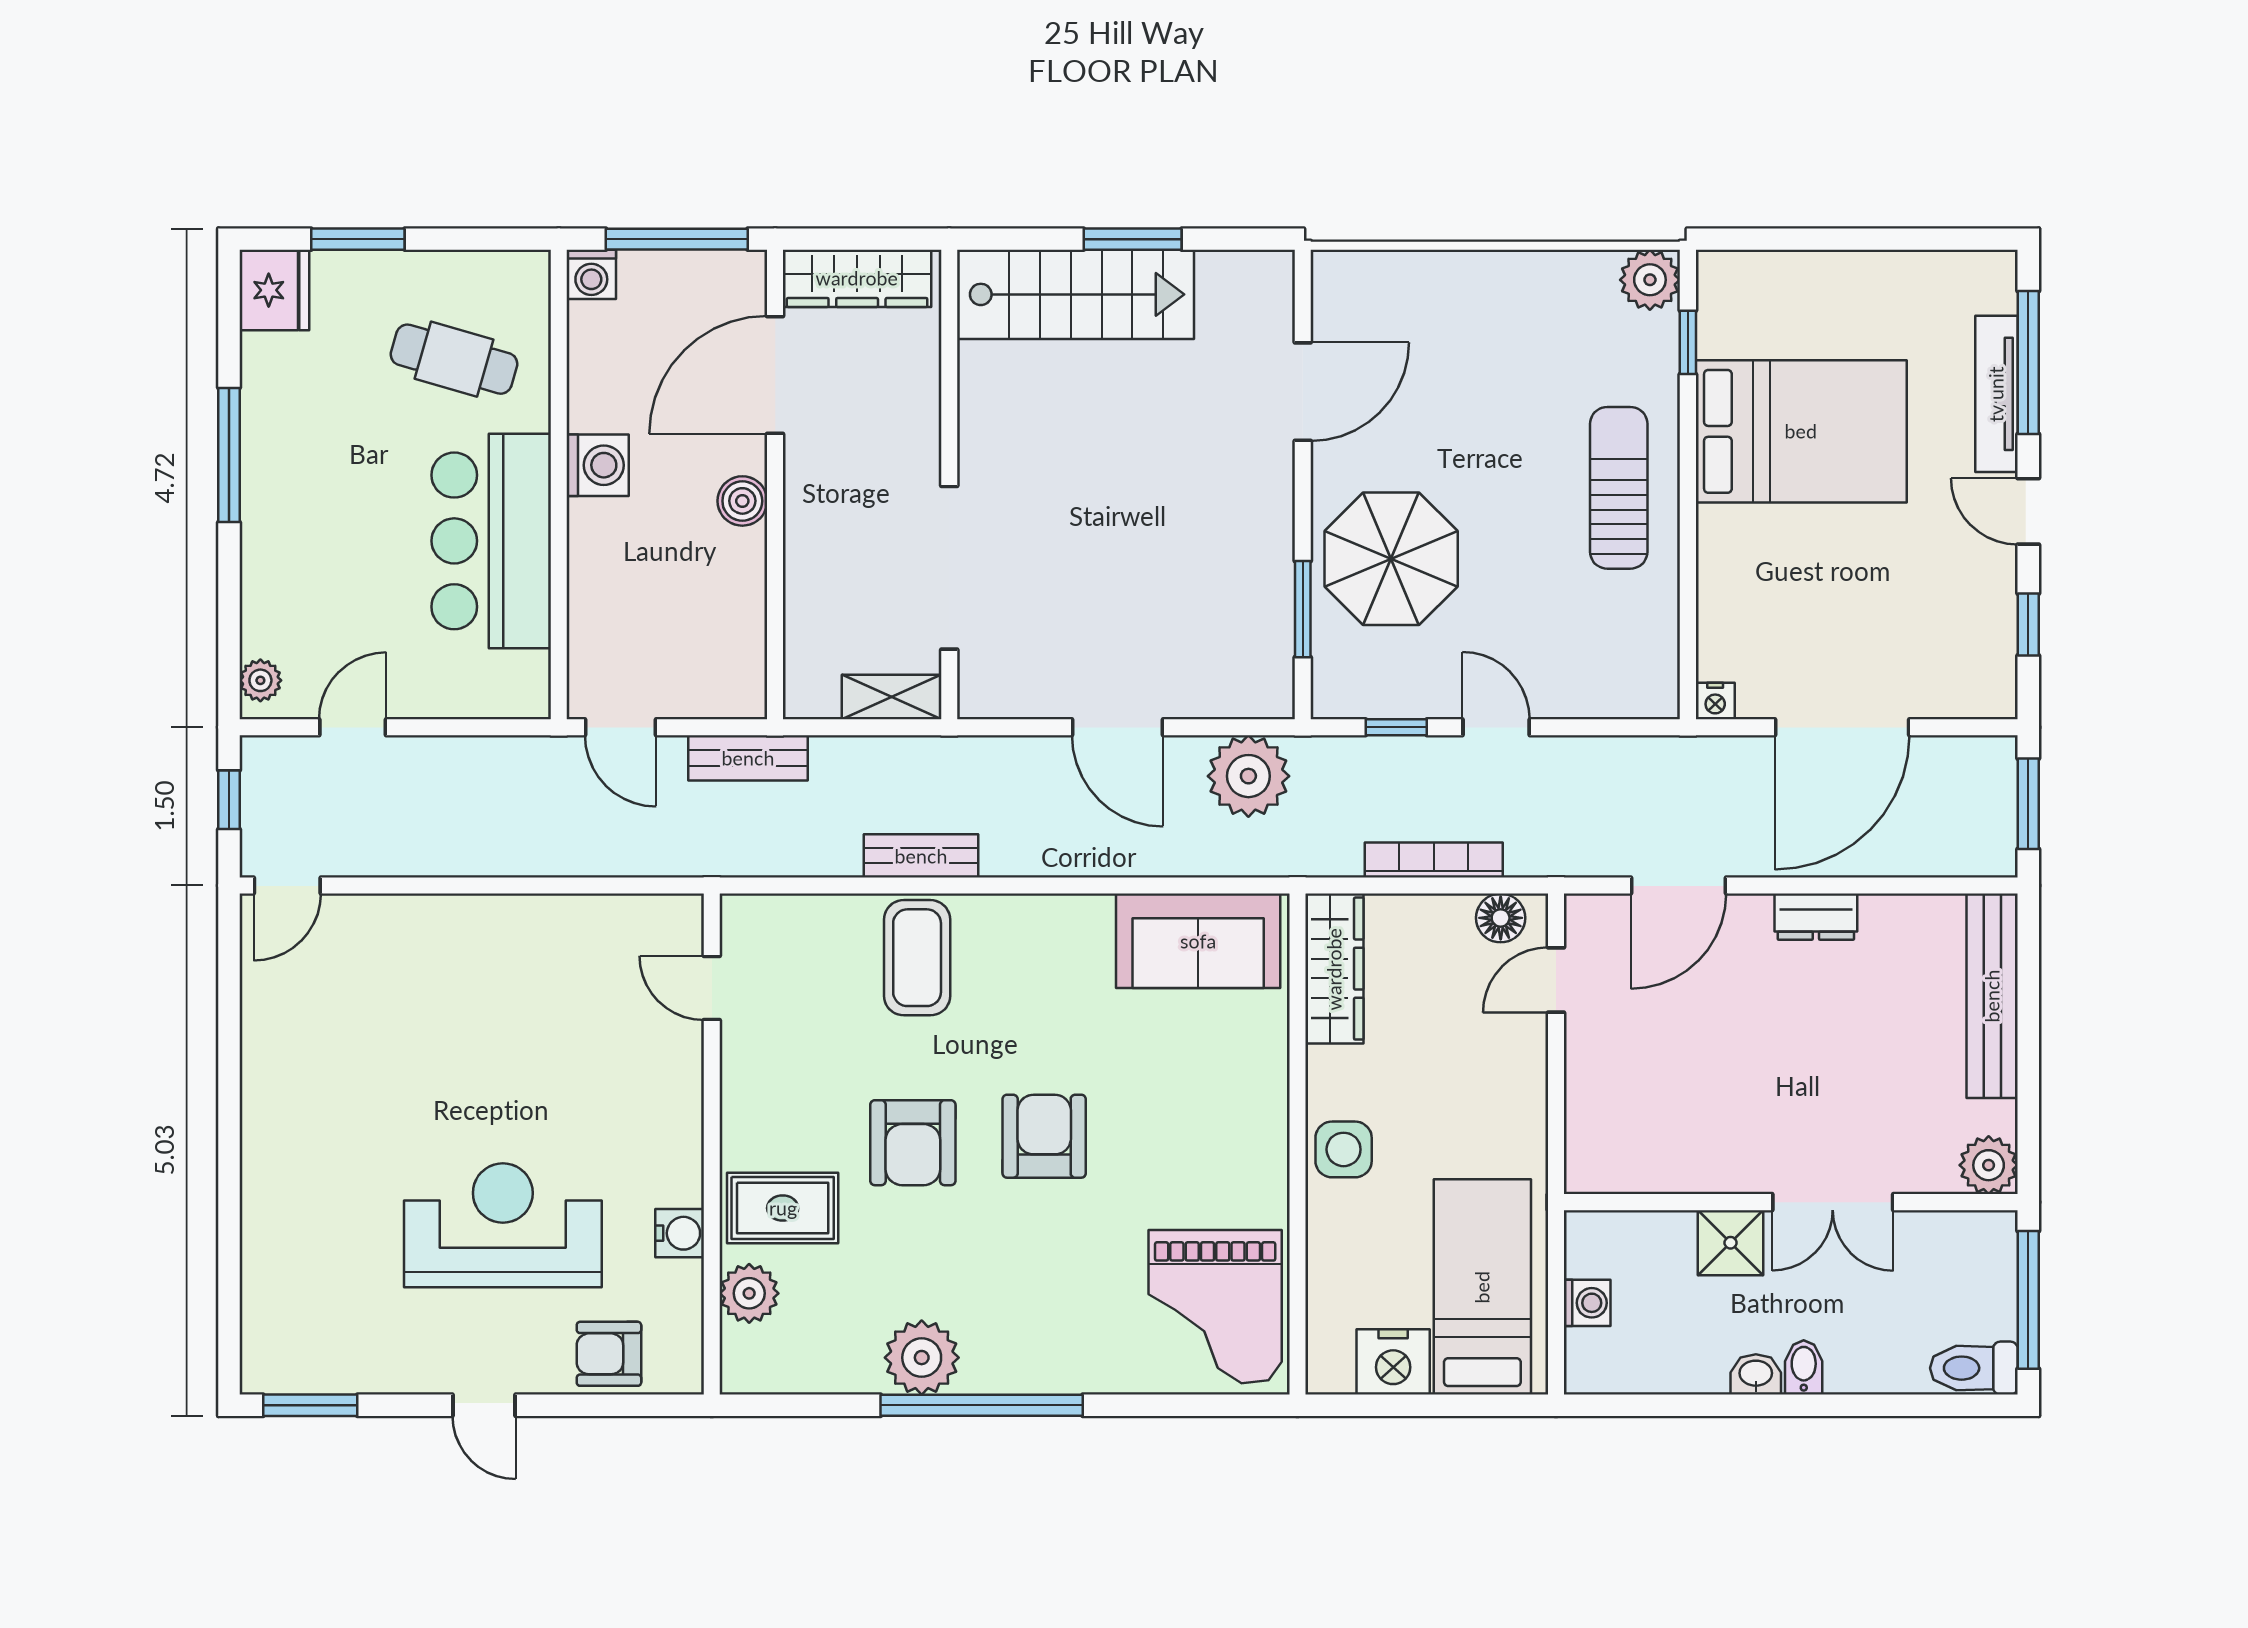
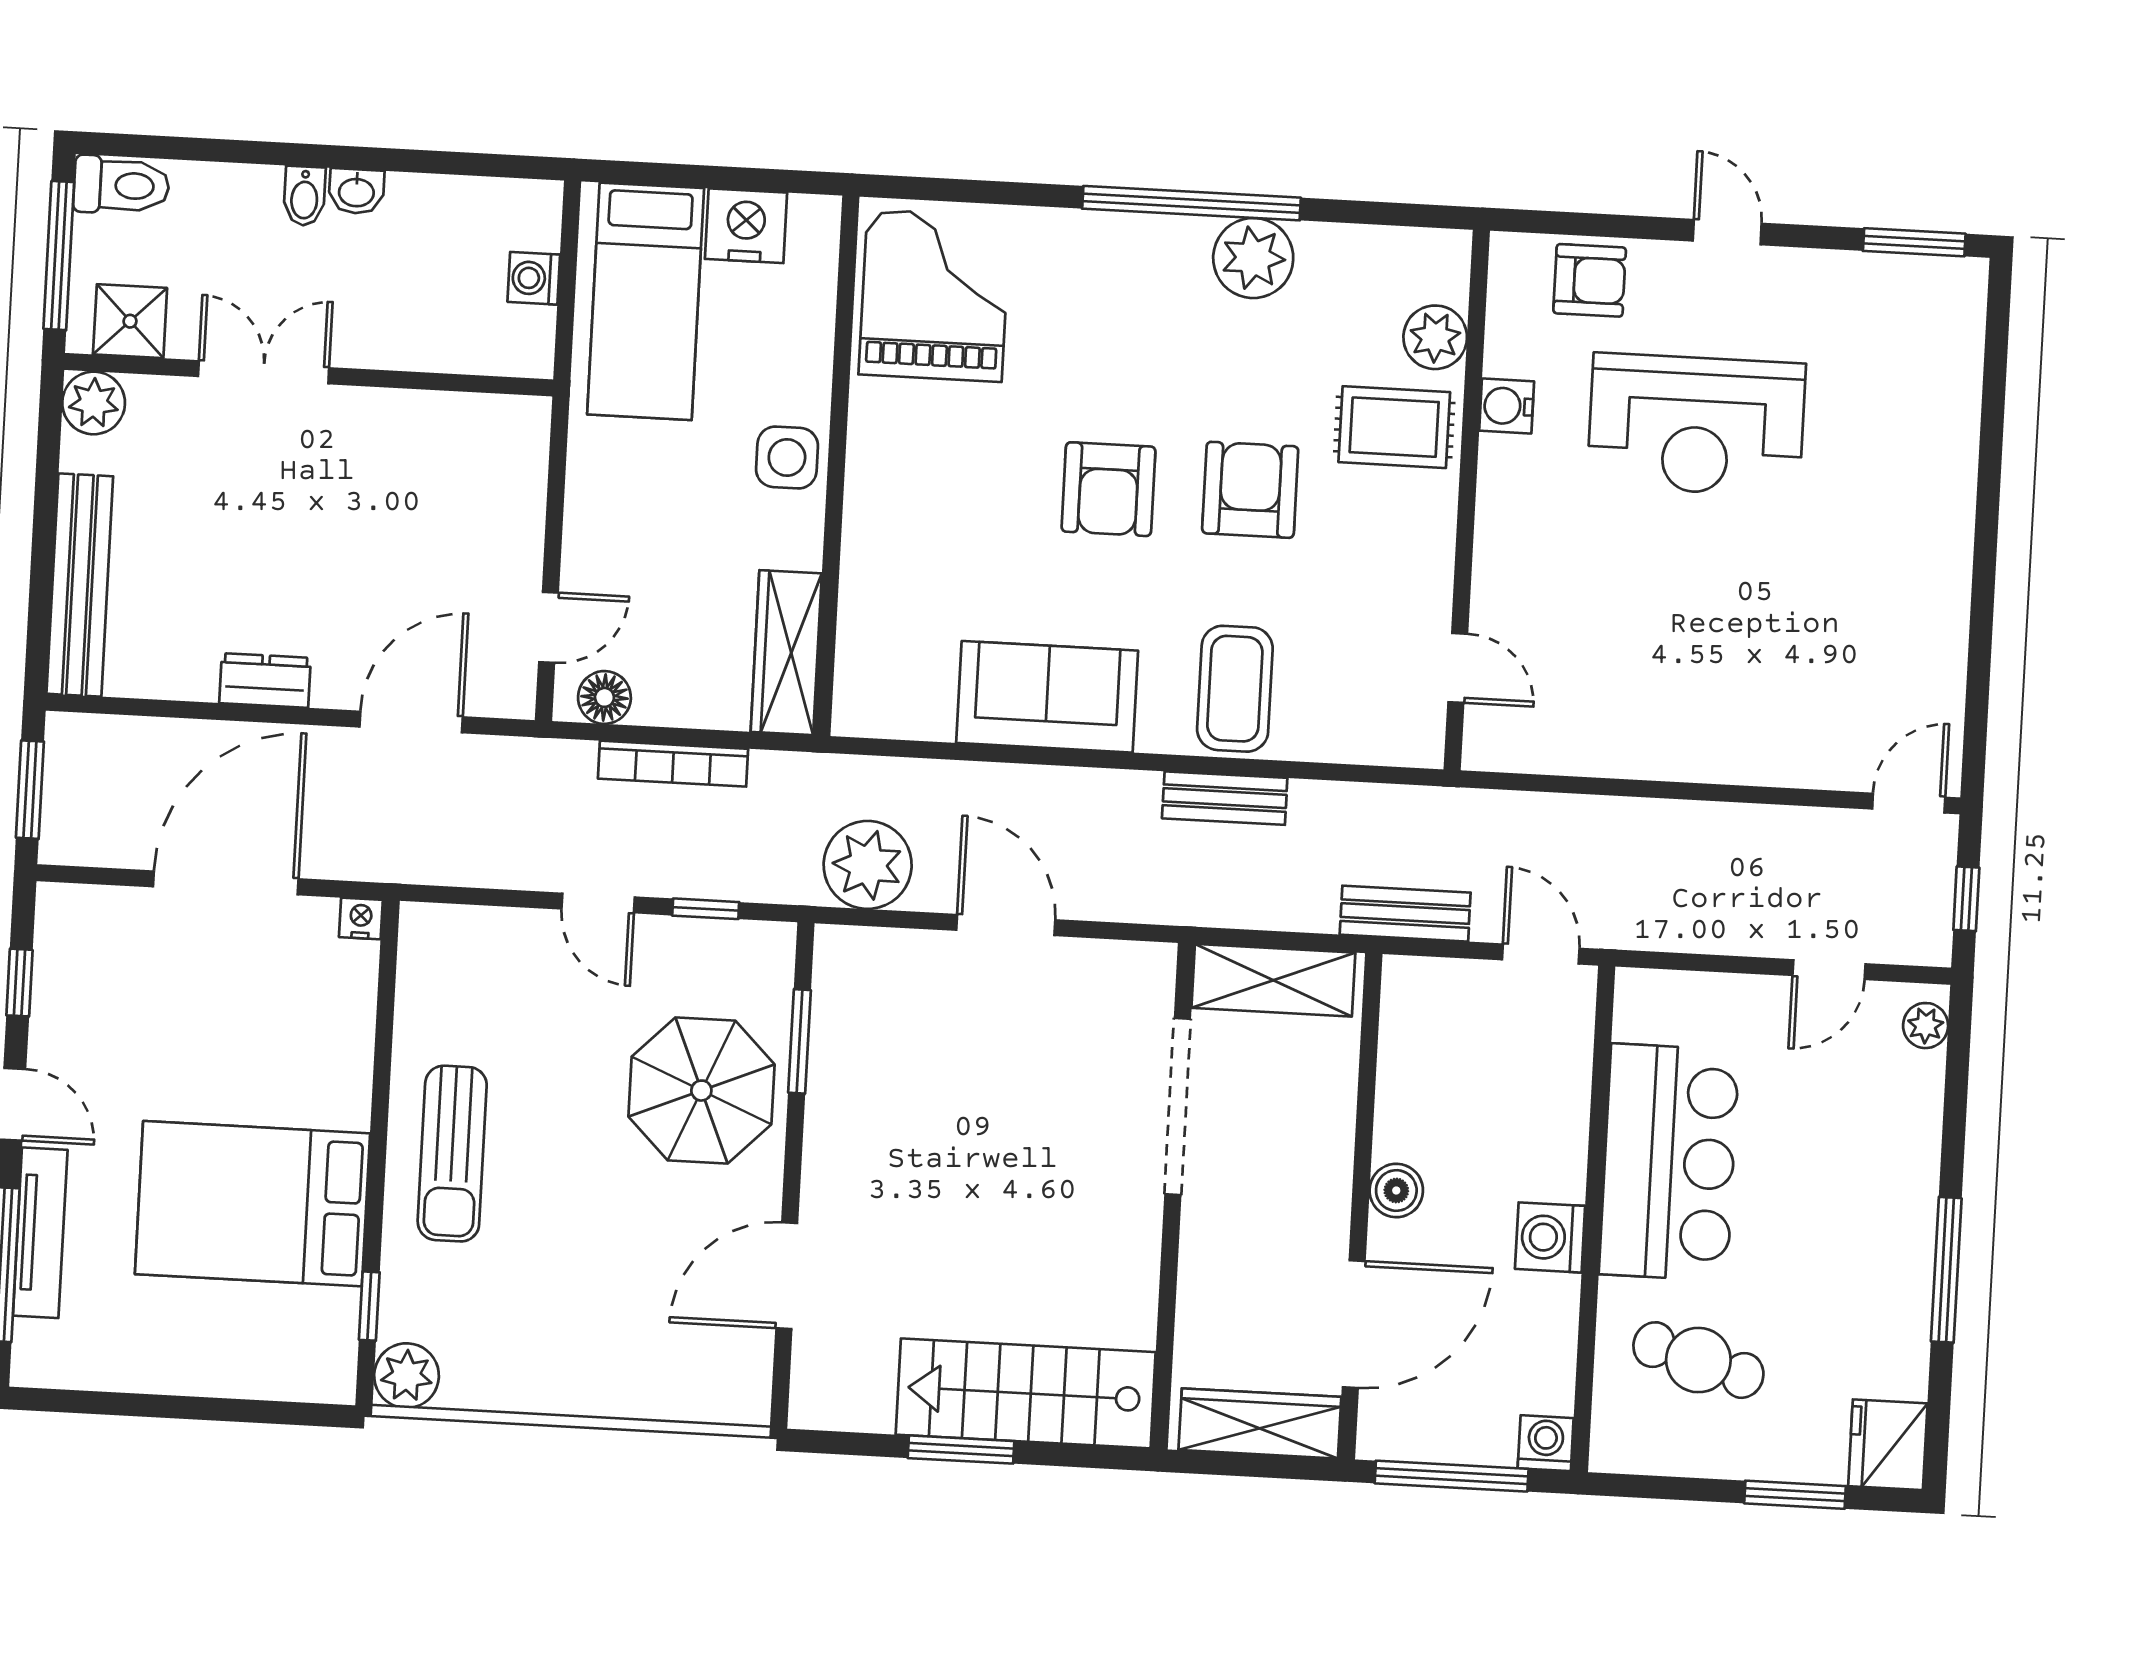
shelving: (892, 697) -> (1273, 980), width x1.50, depth x1.33
sofa: (1198, 941) -> (1047, 697), moved
shower: (1731, 1243) -> (130, 321), moved

